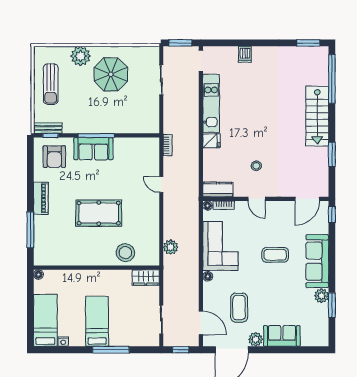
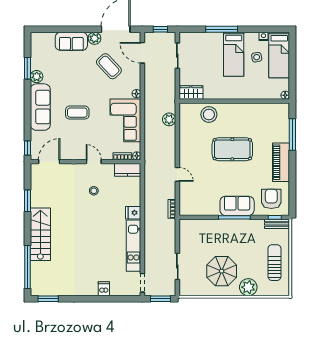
piano: (41, 198) -> (281, 162), width x1.37, depth x1.33
coffee table: (239, 308) -> (109, 66), turned -43
side table: (71, 318) -> (257, 57), added

